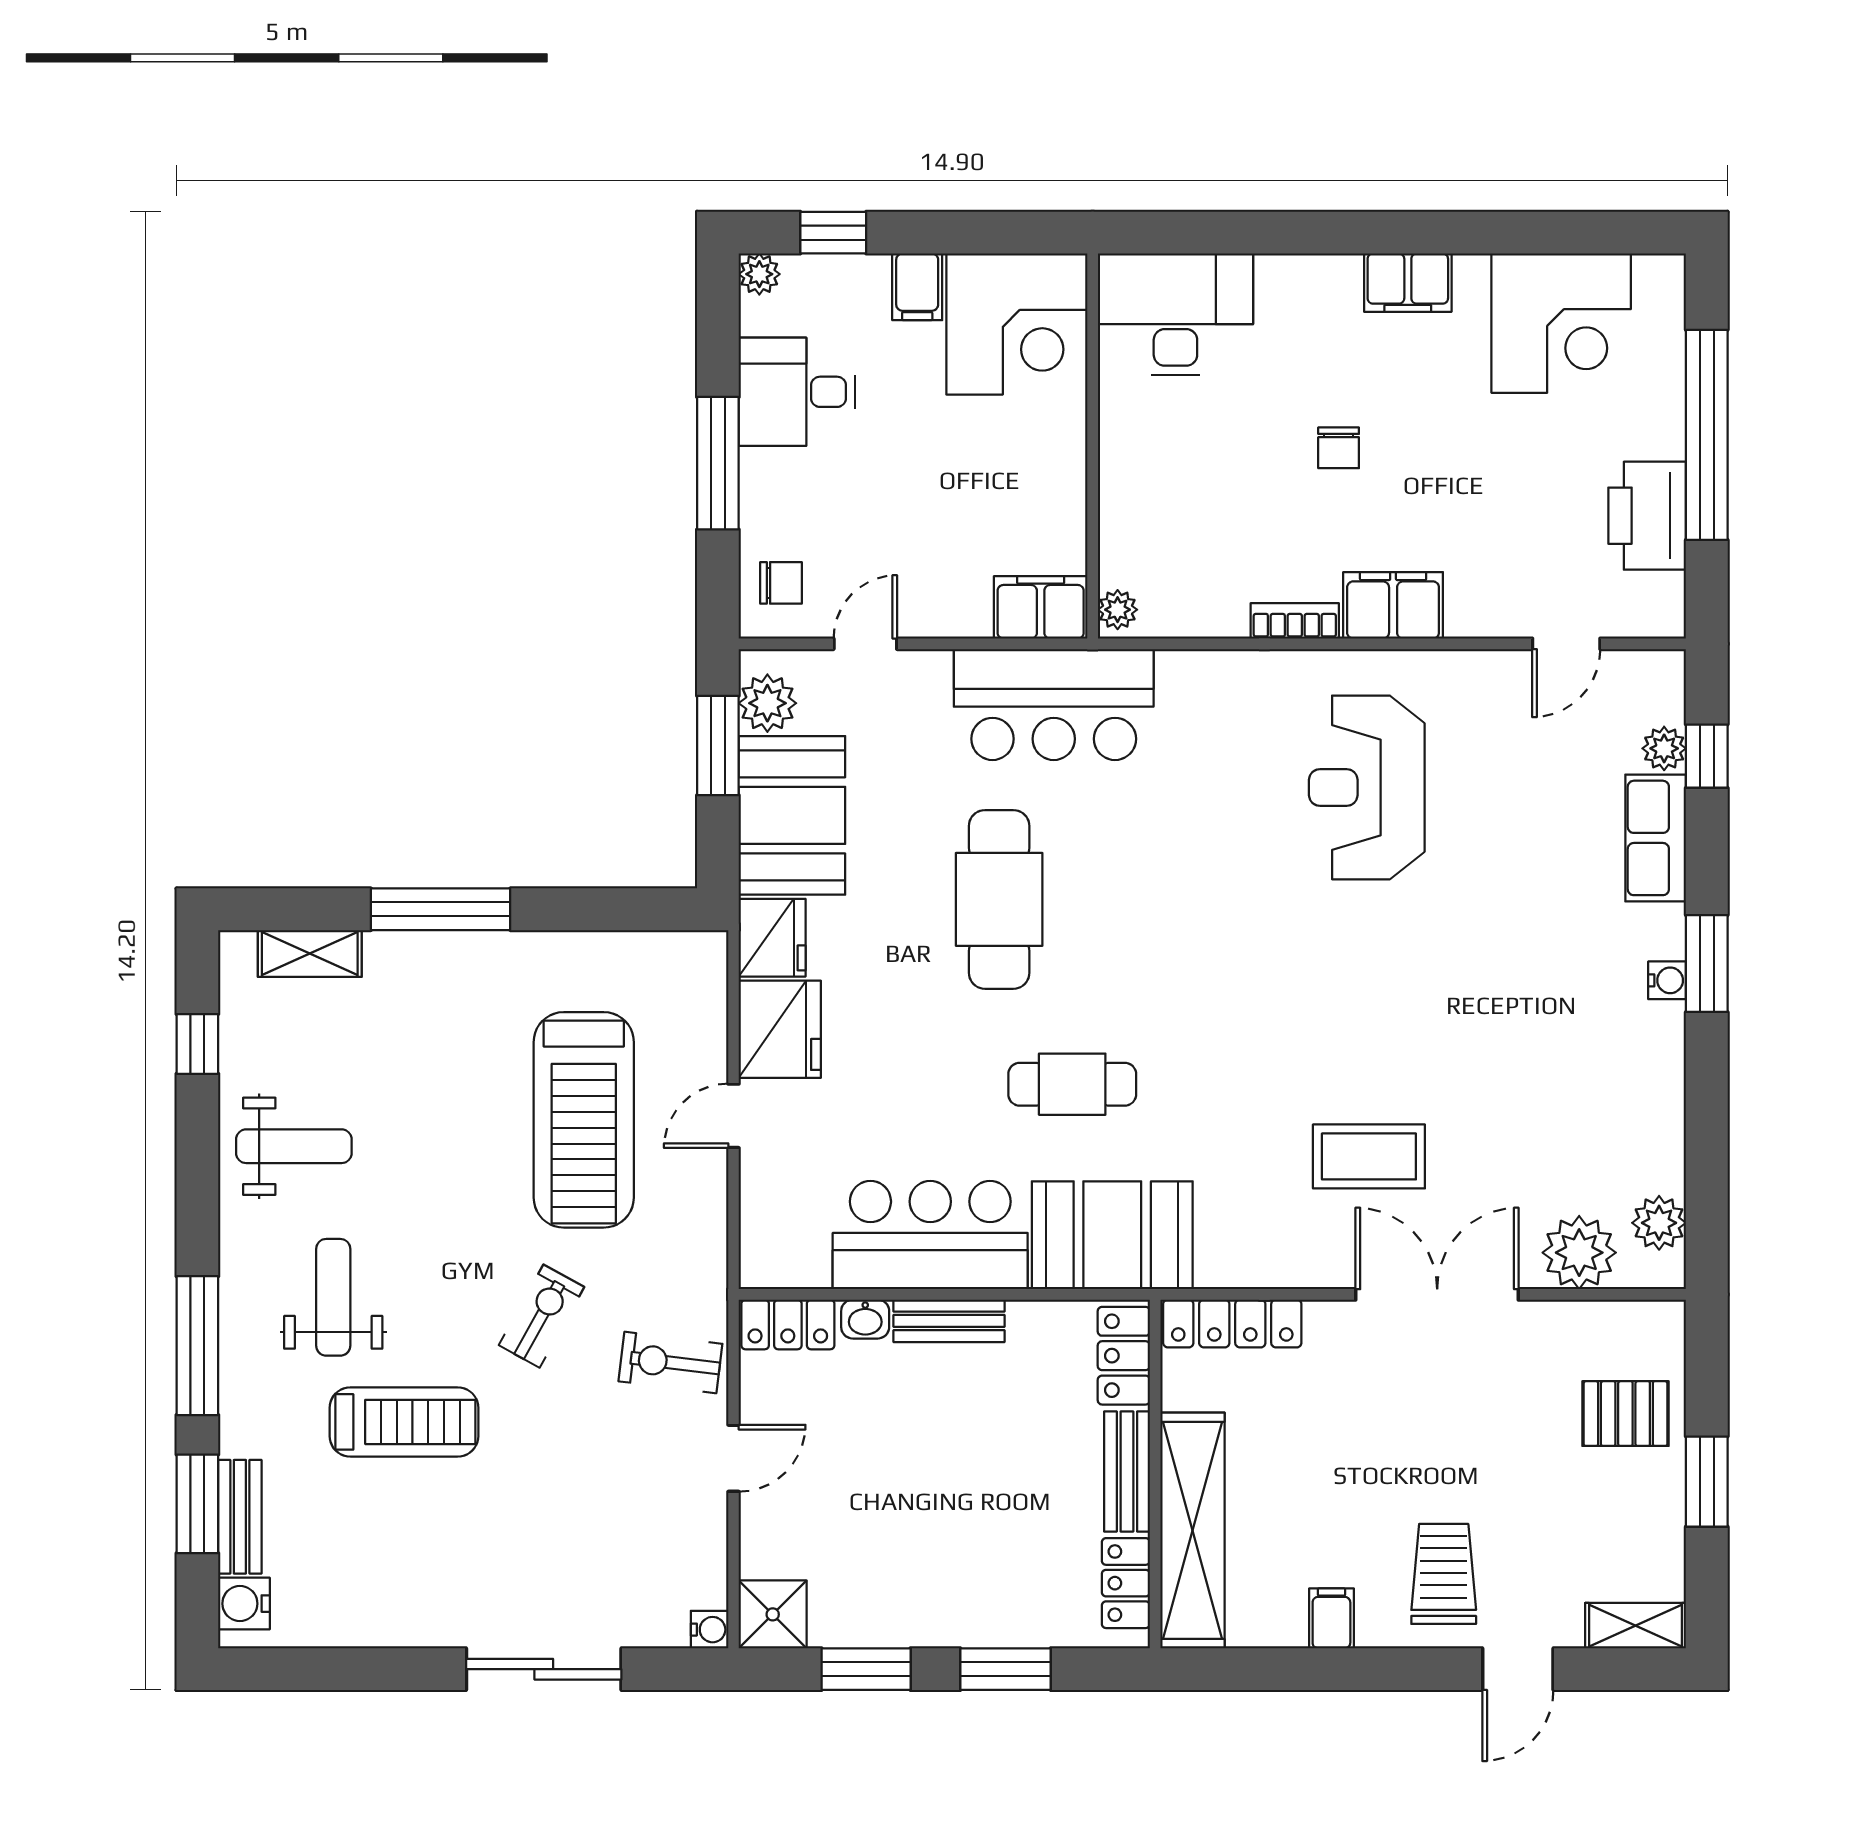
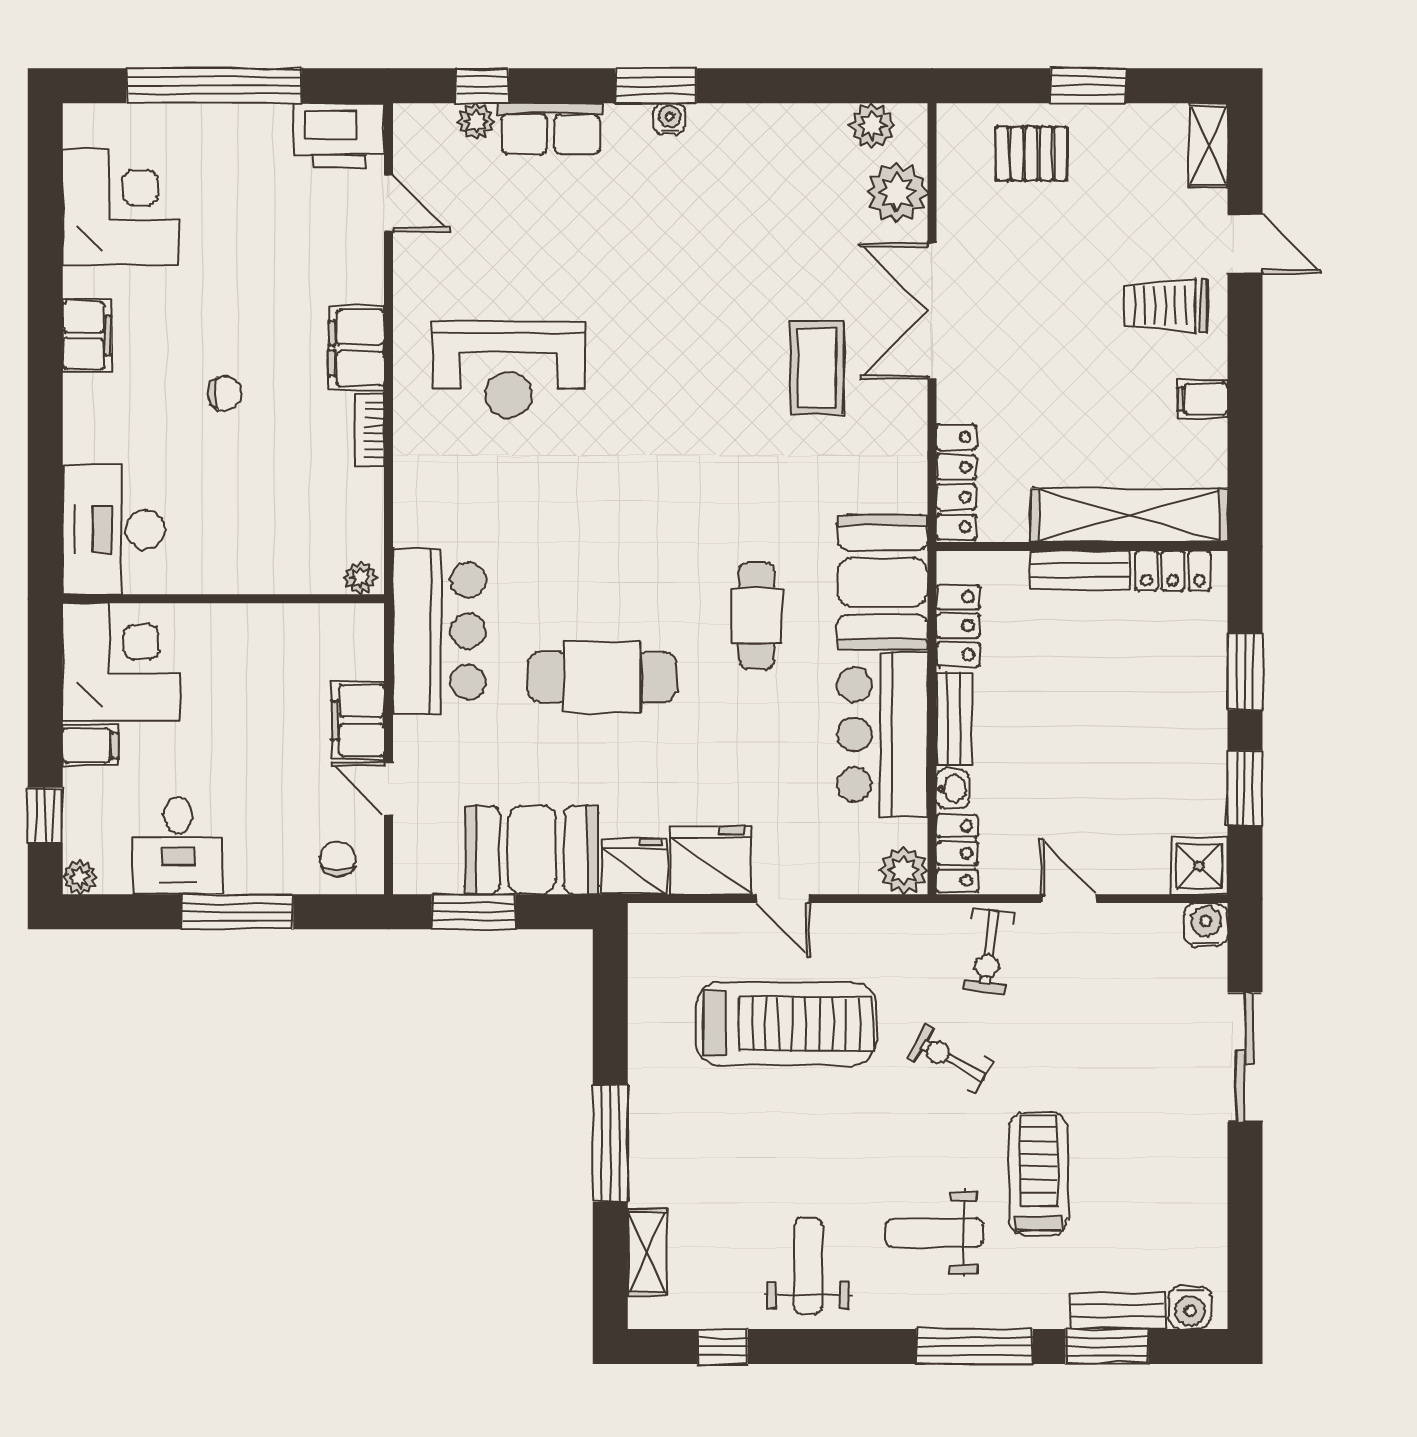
printer: (1647, 516) -> (339, 136), moved
filing cabinet: (1041, 607) -> (358, 720), moved
plant: (767, 703) -> (904, 870), moved
locker: (1124, 1356) -> (958, 626), moved, turned -90
pallet: (1625, 1414) -> (1031, 154), turned 90
water cooler: (710, 1630) -> (1206, 925), width x1.38, depth x1.38

